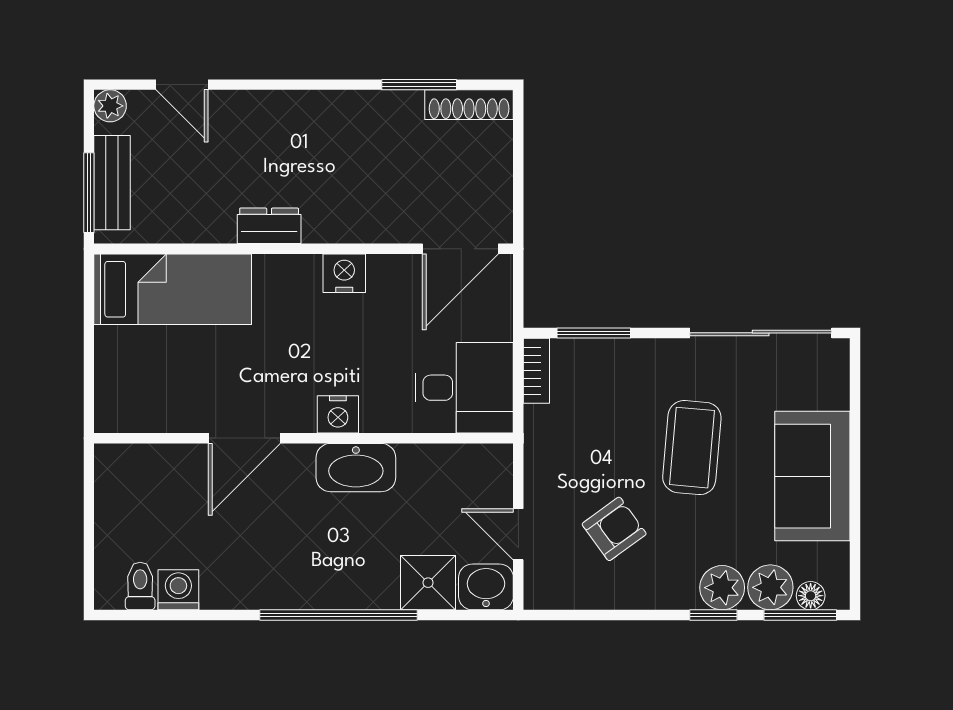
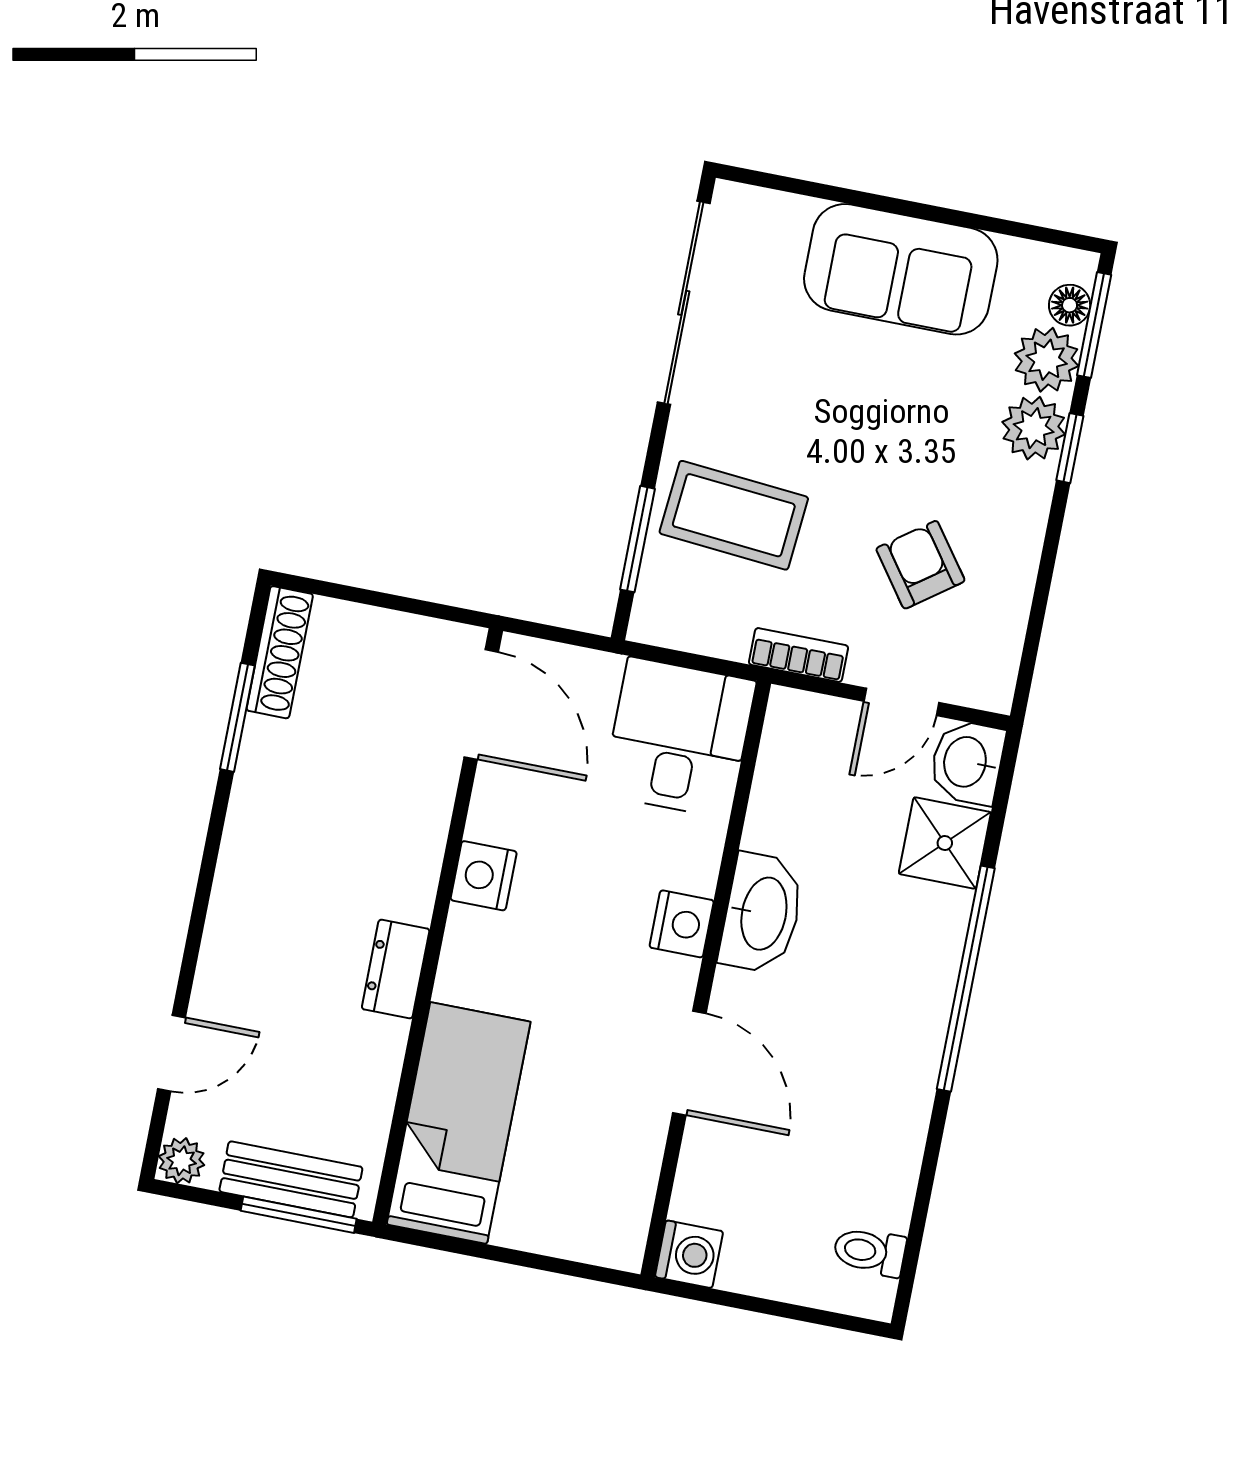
bookcase: (536, 371) -> (799, 655), moved
coffee table: (692, 448) -> (734, 515), moved
washing machine: (178, 590) -> (689, 1254), moved, turned 180

